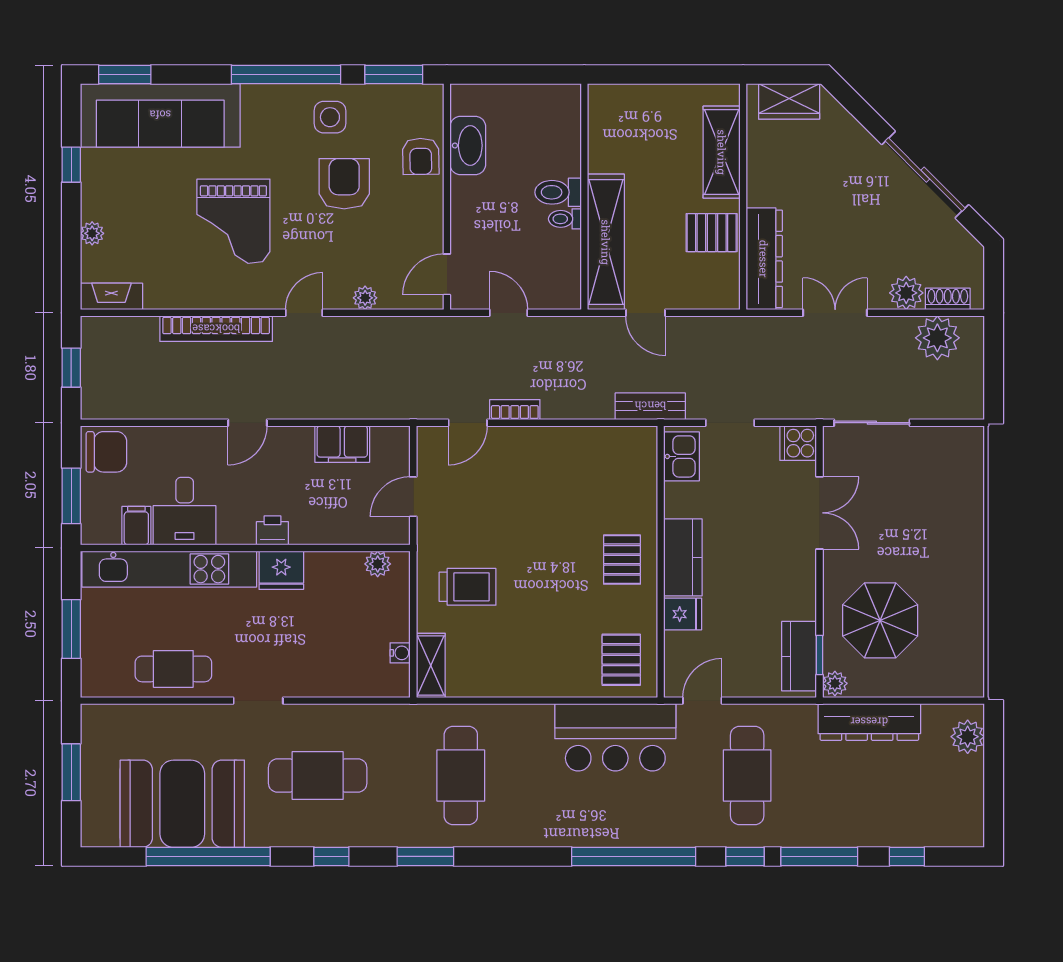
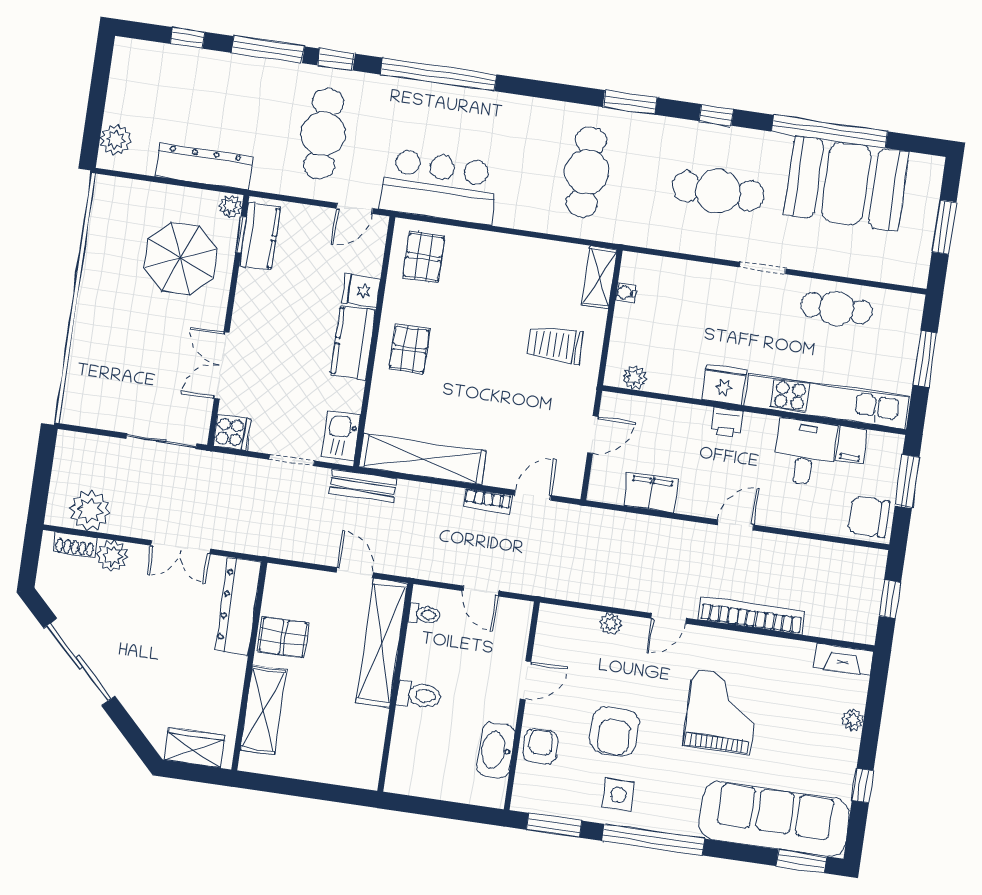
toilet: (565, 219) -> (424, 614), moved
door: (447, 274) -> (525, 680), moved
shelving: (591, 444) -> (422, 459), added

